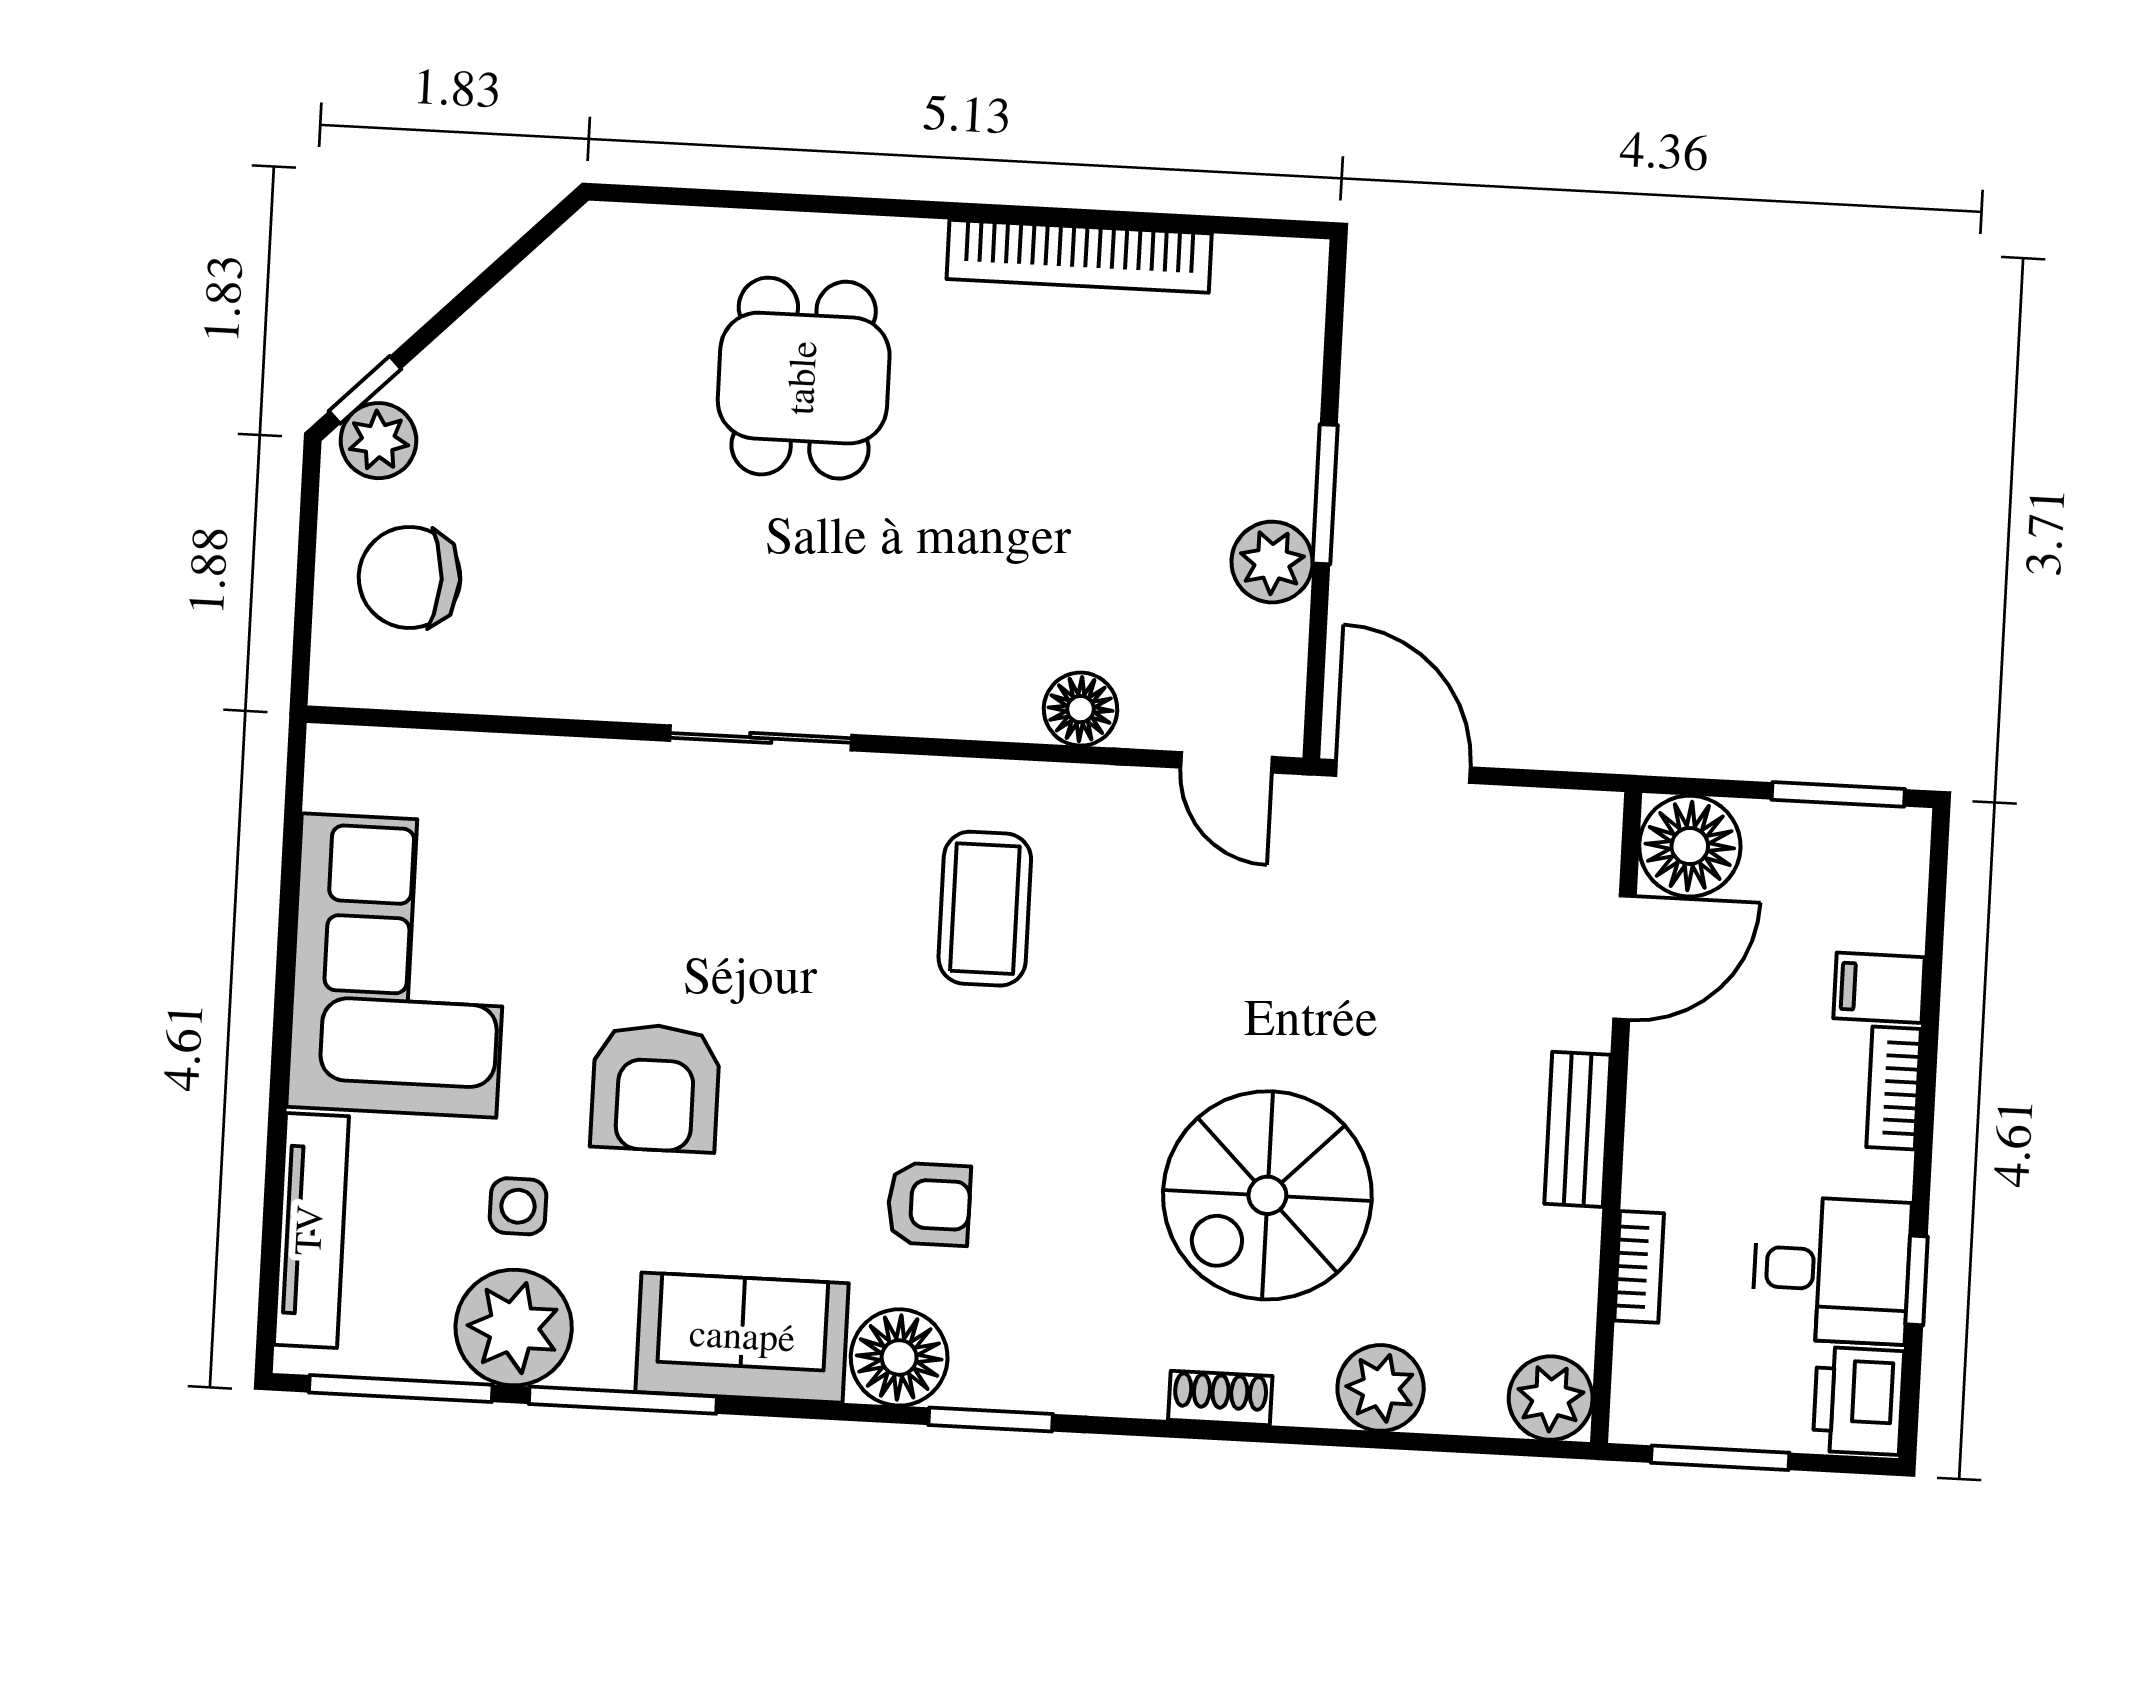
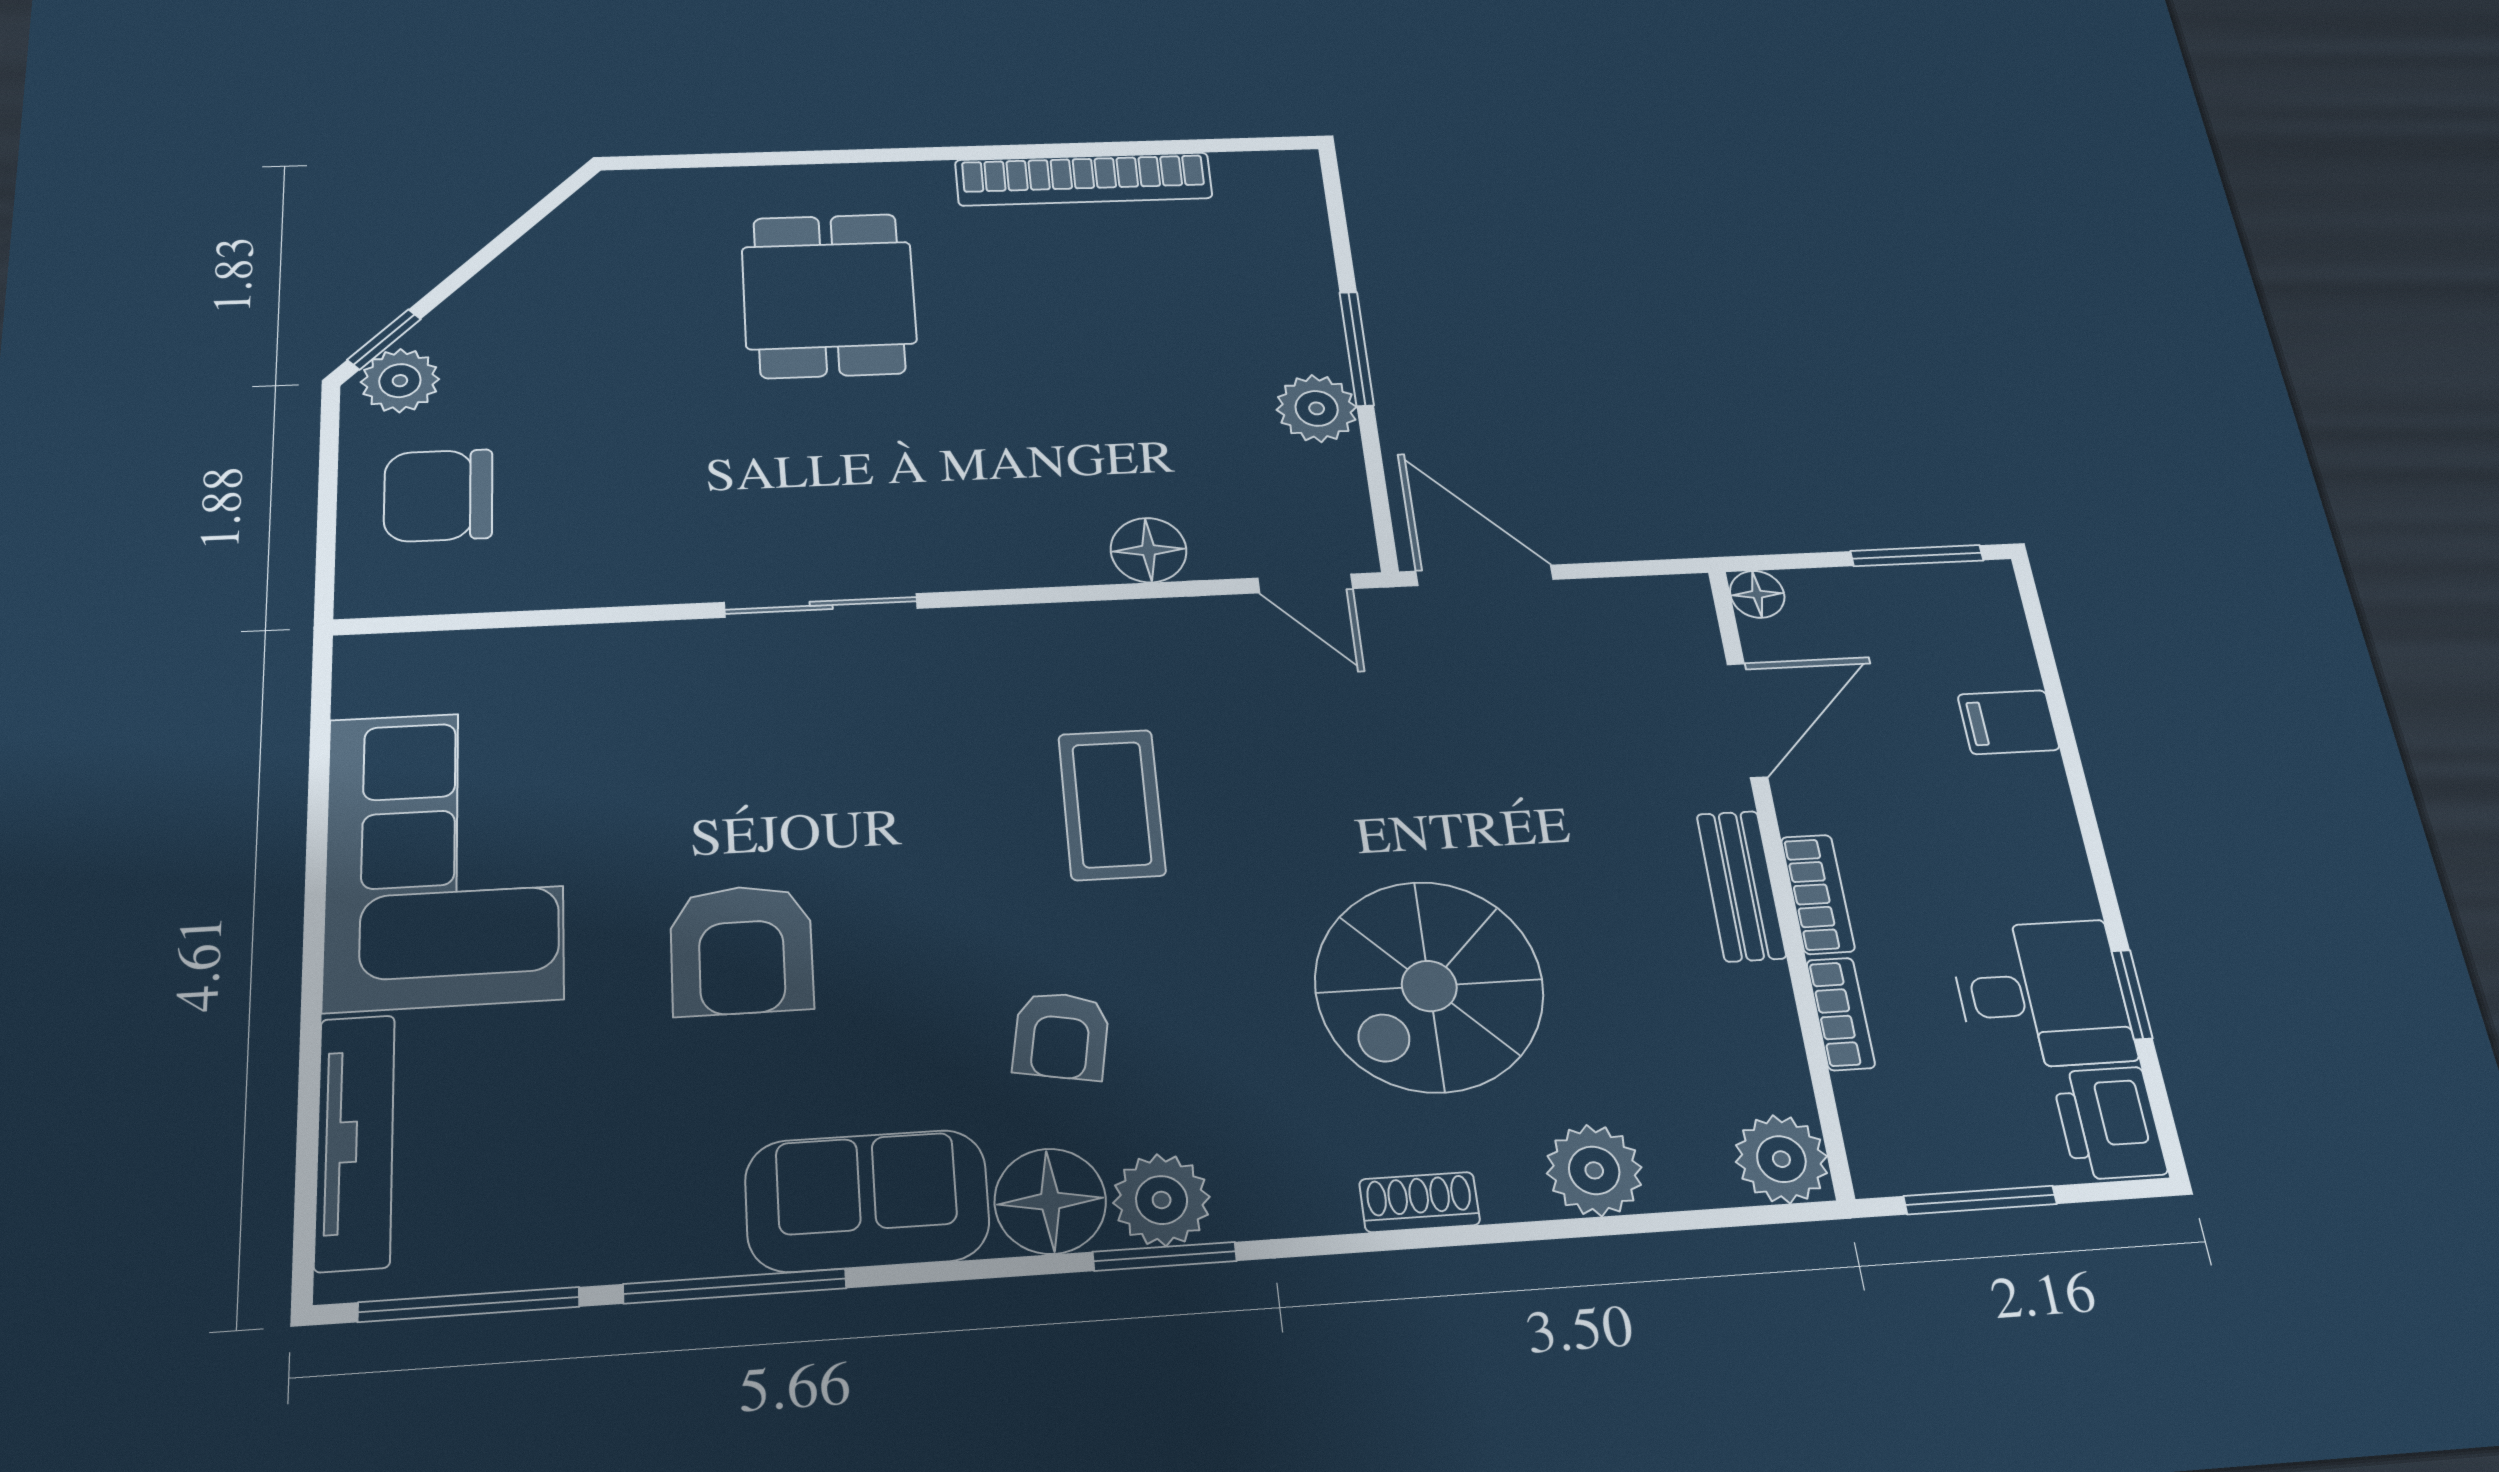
floor lamp: (1690, 846) -> (1757, 594), width x0.53, depth x0.53
coffee table: (985, 909) -> (1112, 804), moved
bookcase: (1894, 1088) -> (1818, 894), moved, turned 180
armchair: (929, 1204) -> (1061, 1036), turned 100
side table: (518, 1206) -> (595, 1089), removed
plant: (514, 1328) -> (1162, 1200), moved, width x0.73, depth x0.73

